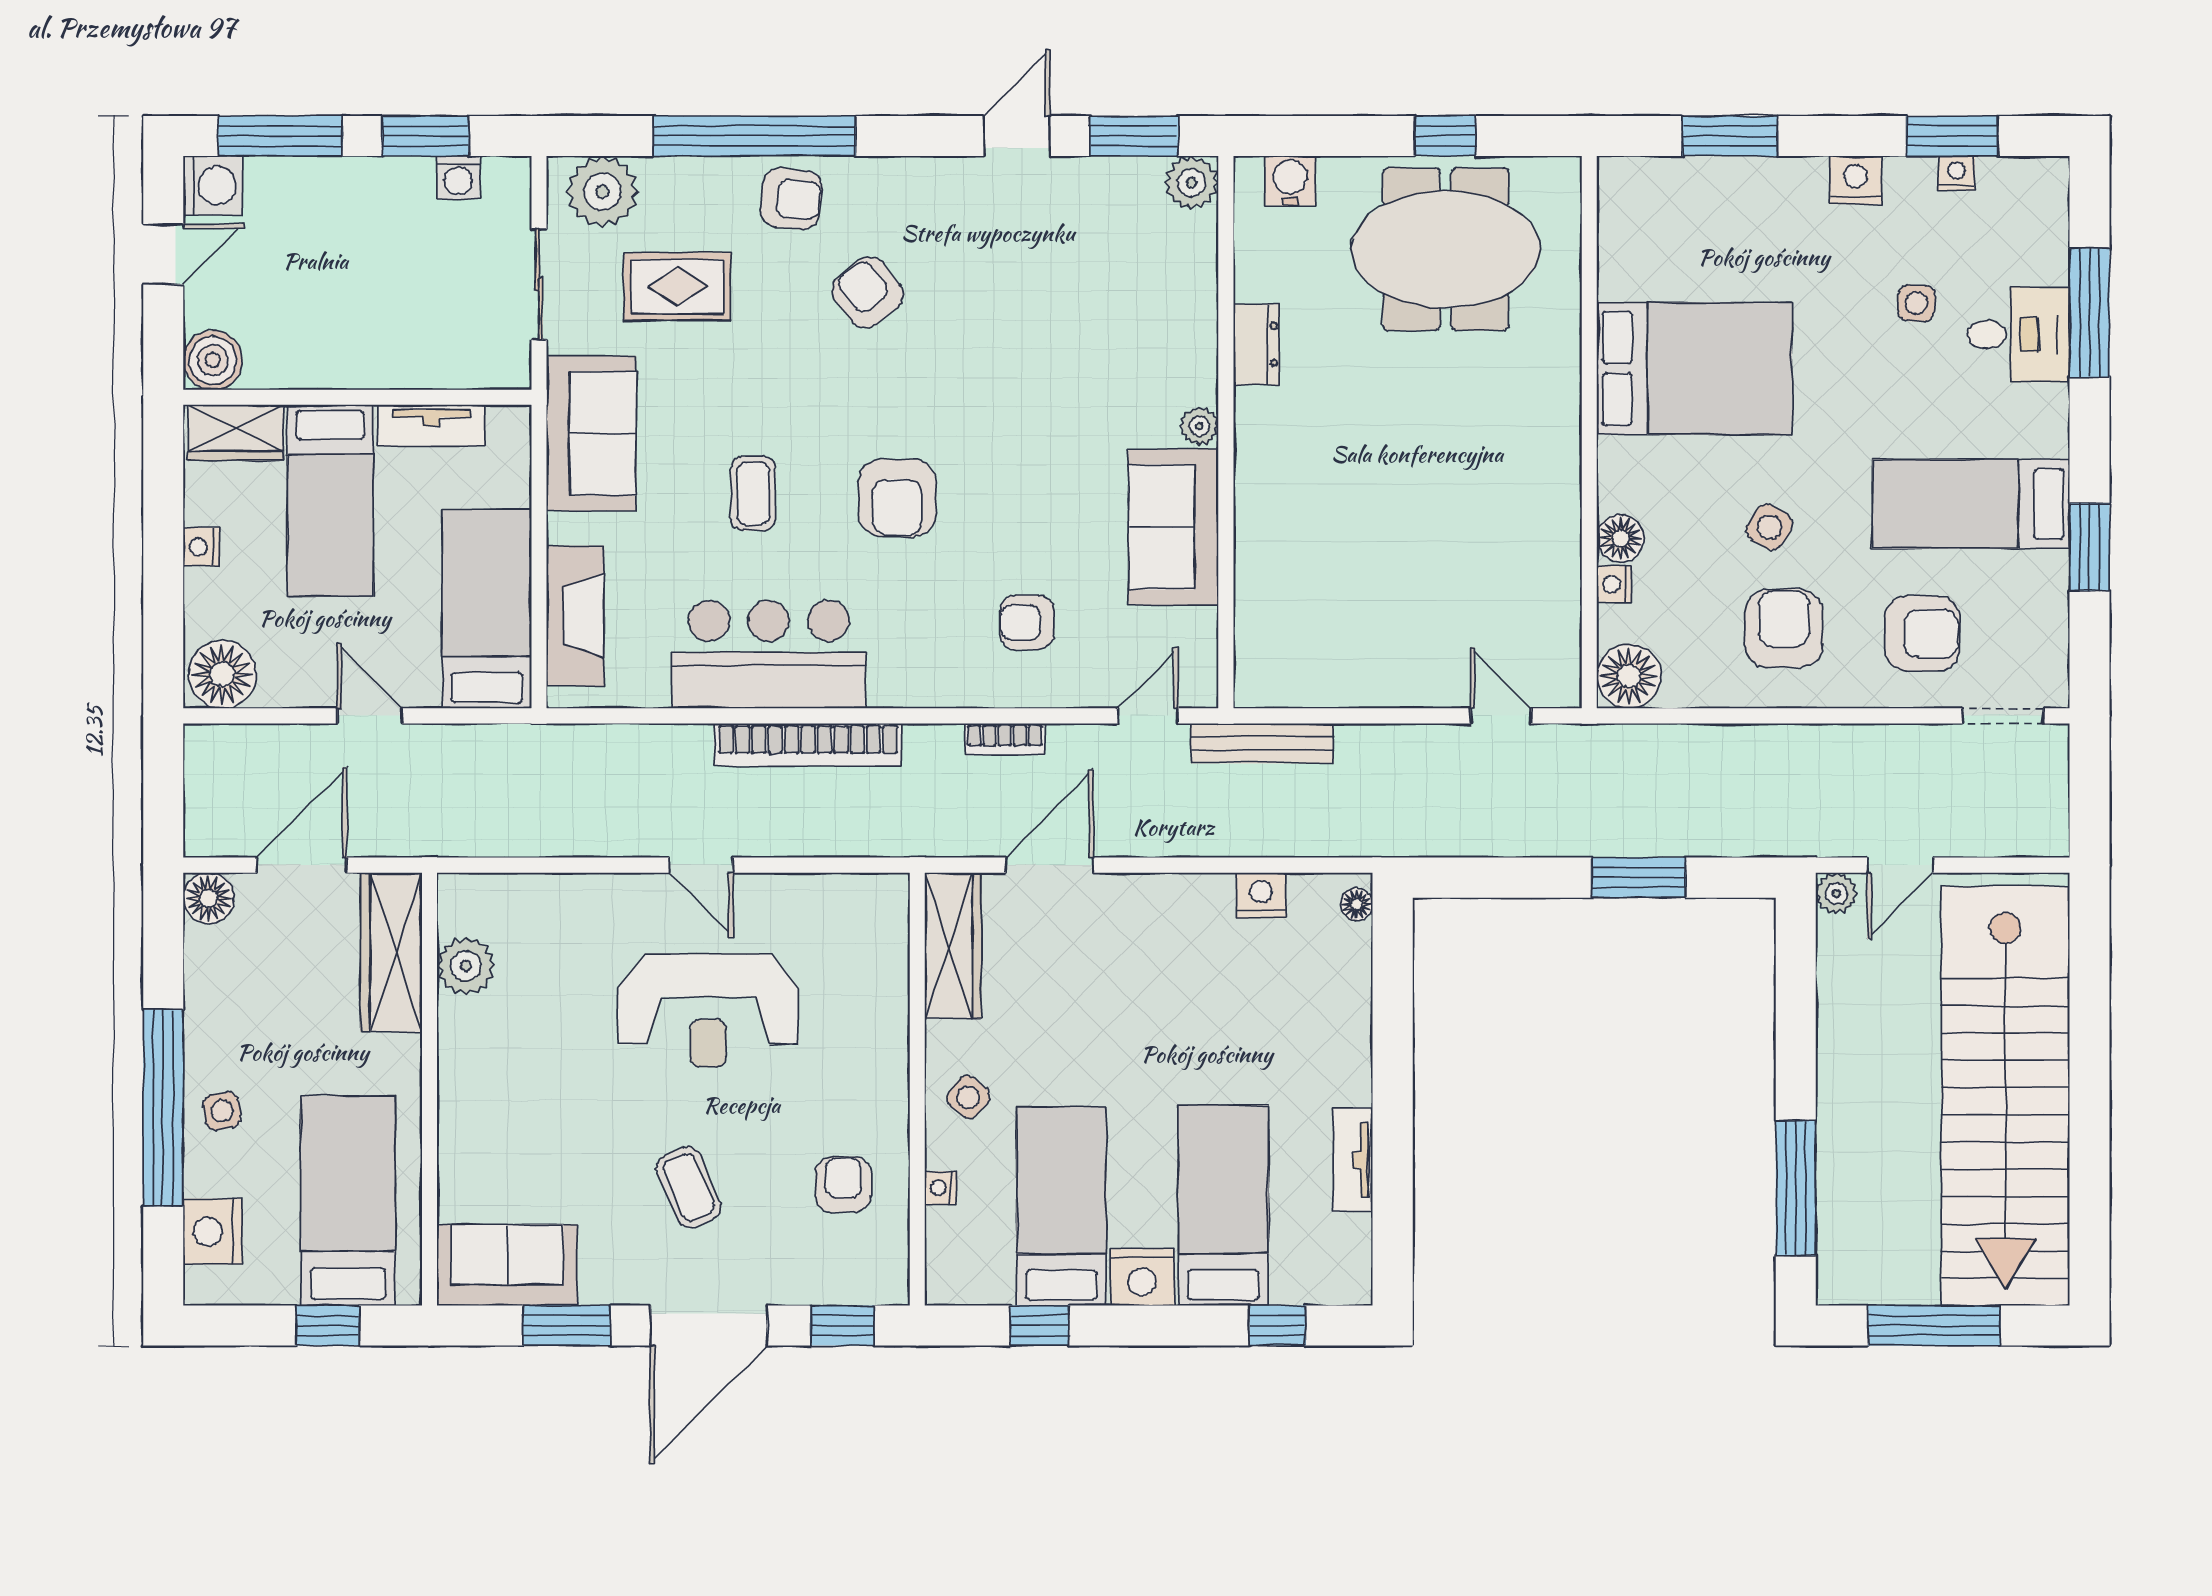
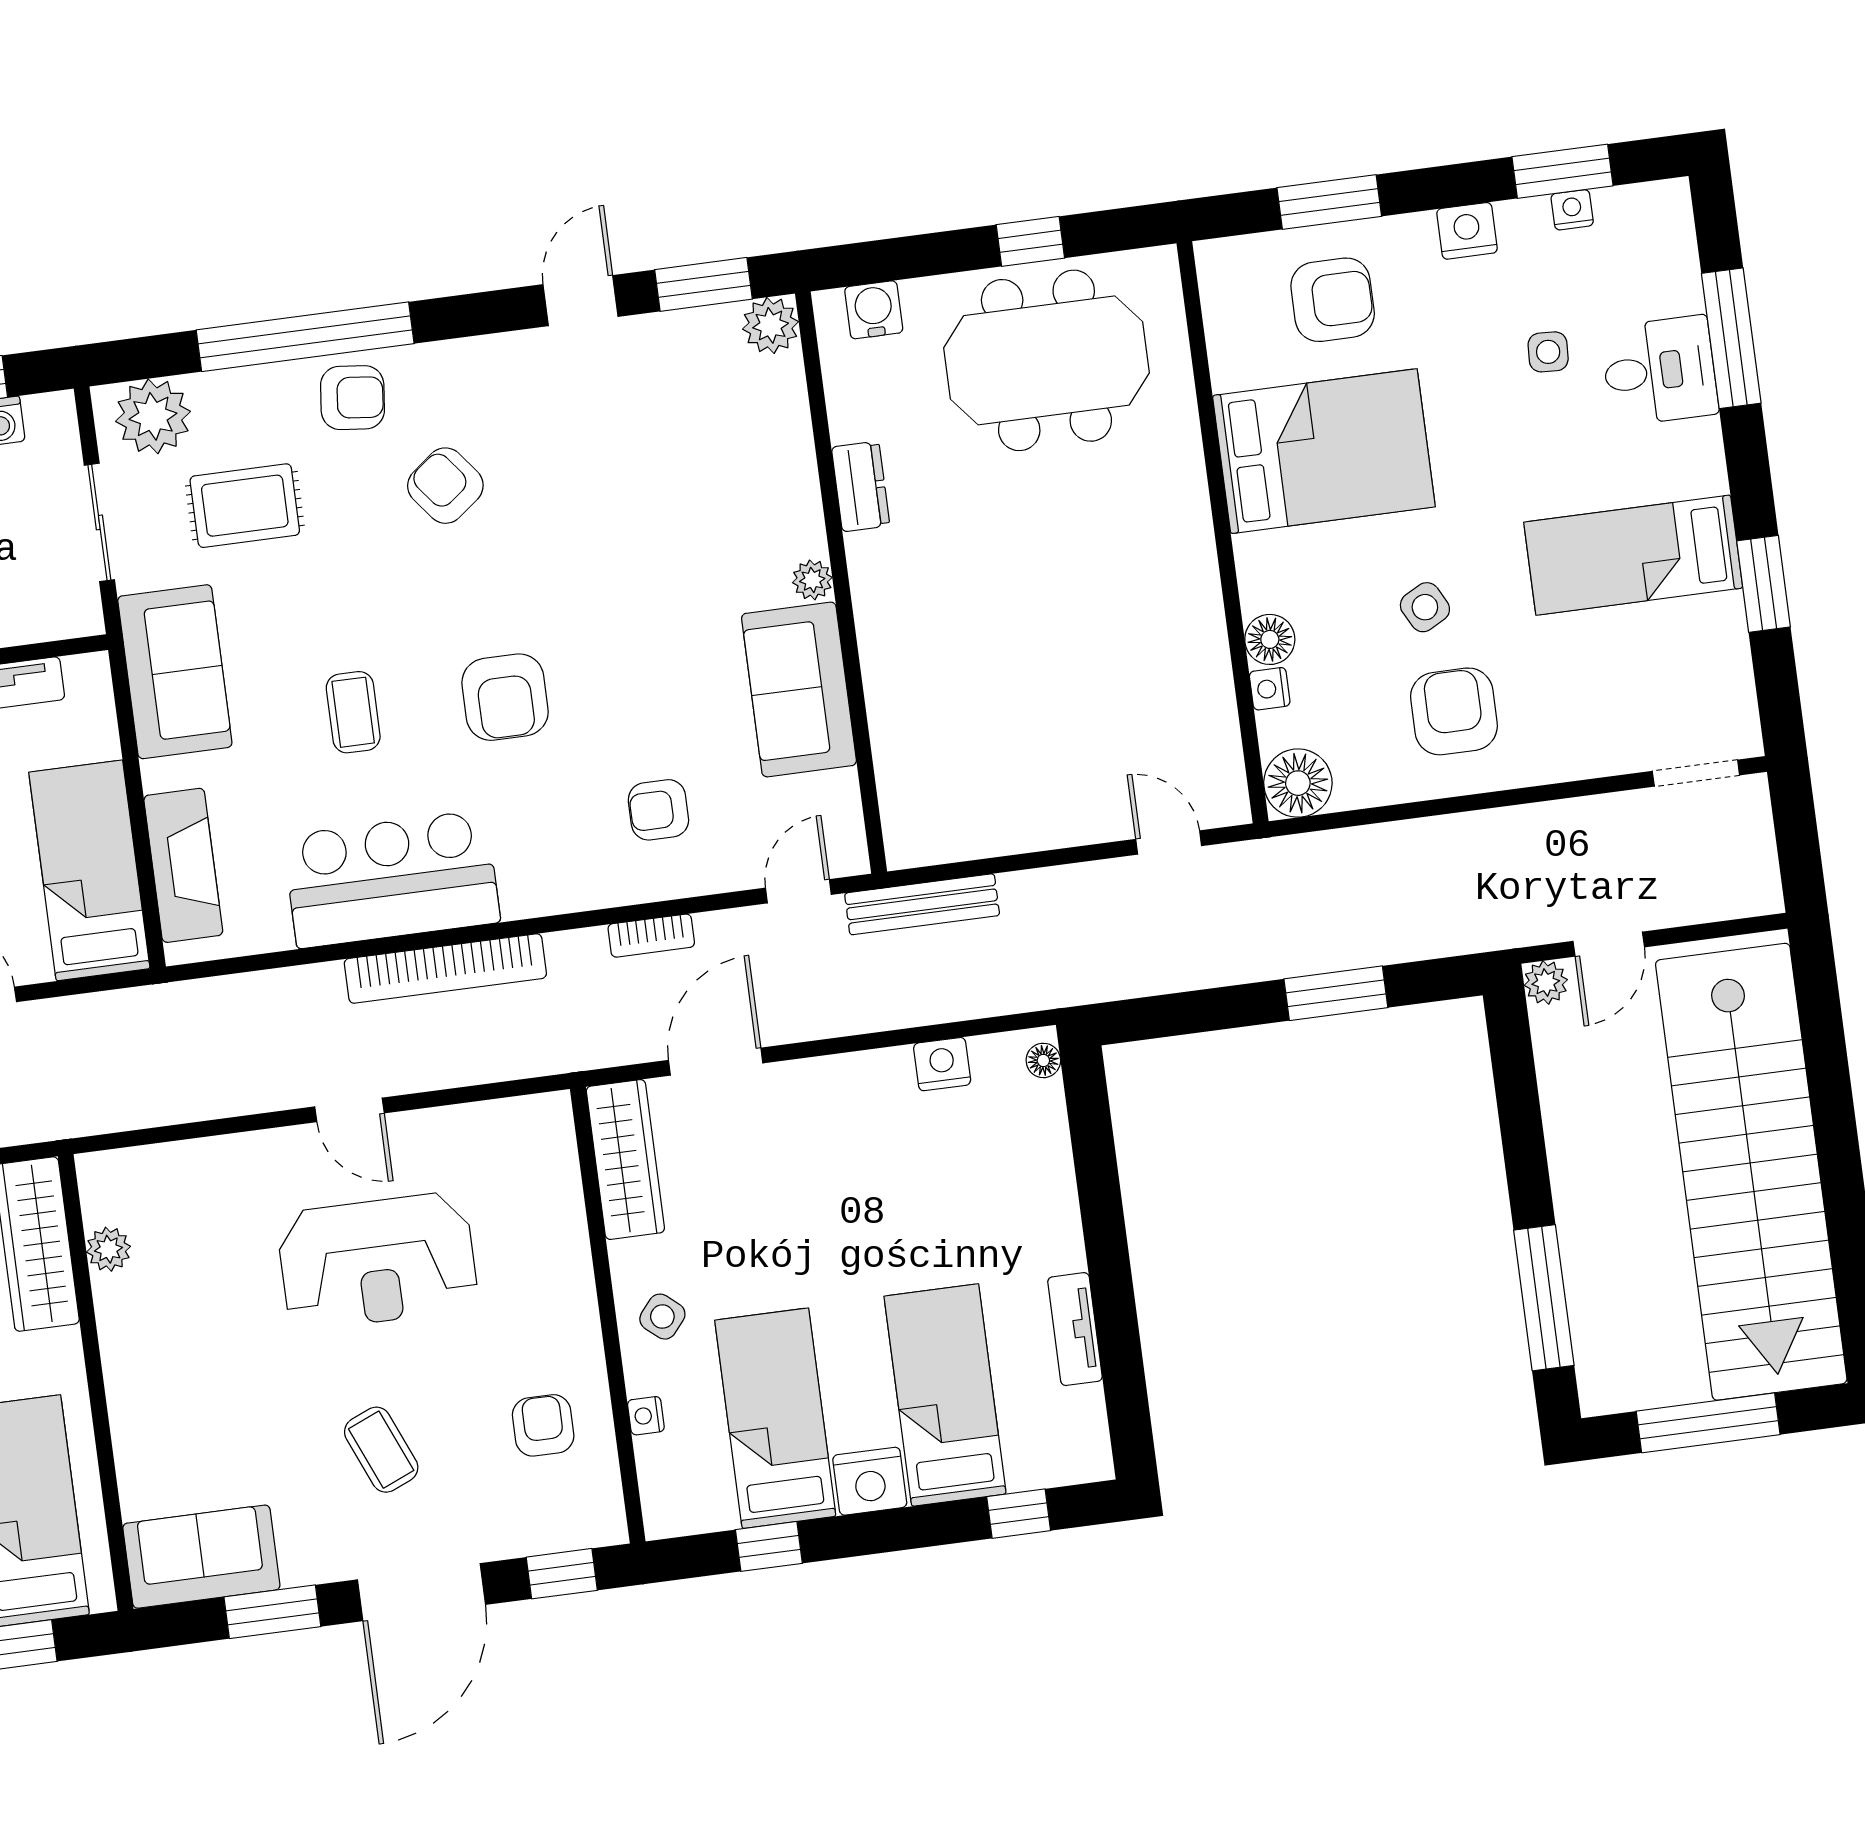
side table: (1770, 527) -> (1425, 607), turned 31
armchair: (1922, 634) -> (1333, 300), moved
plant: (466, 966) -> (108, 1249), width x0.73, depth x0.73

